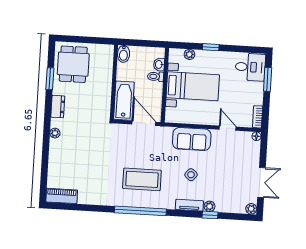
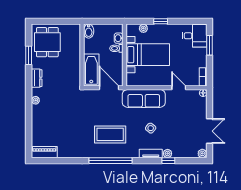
sofa: (192, 139) -> (144, 98), width x1.36

